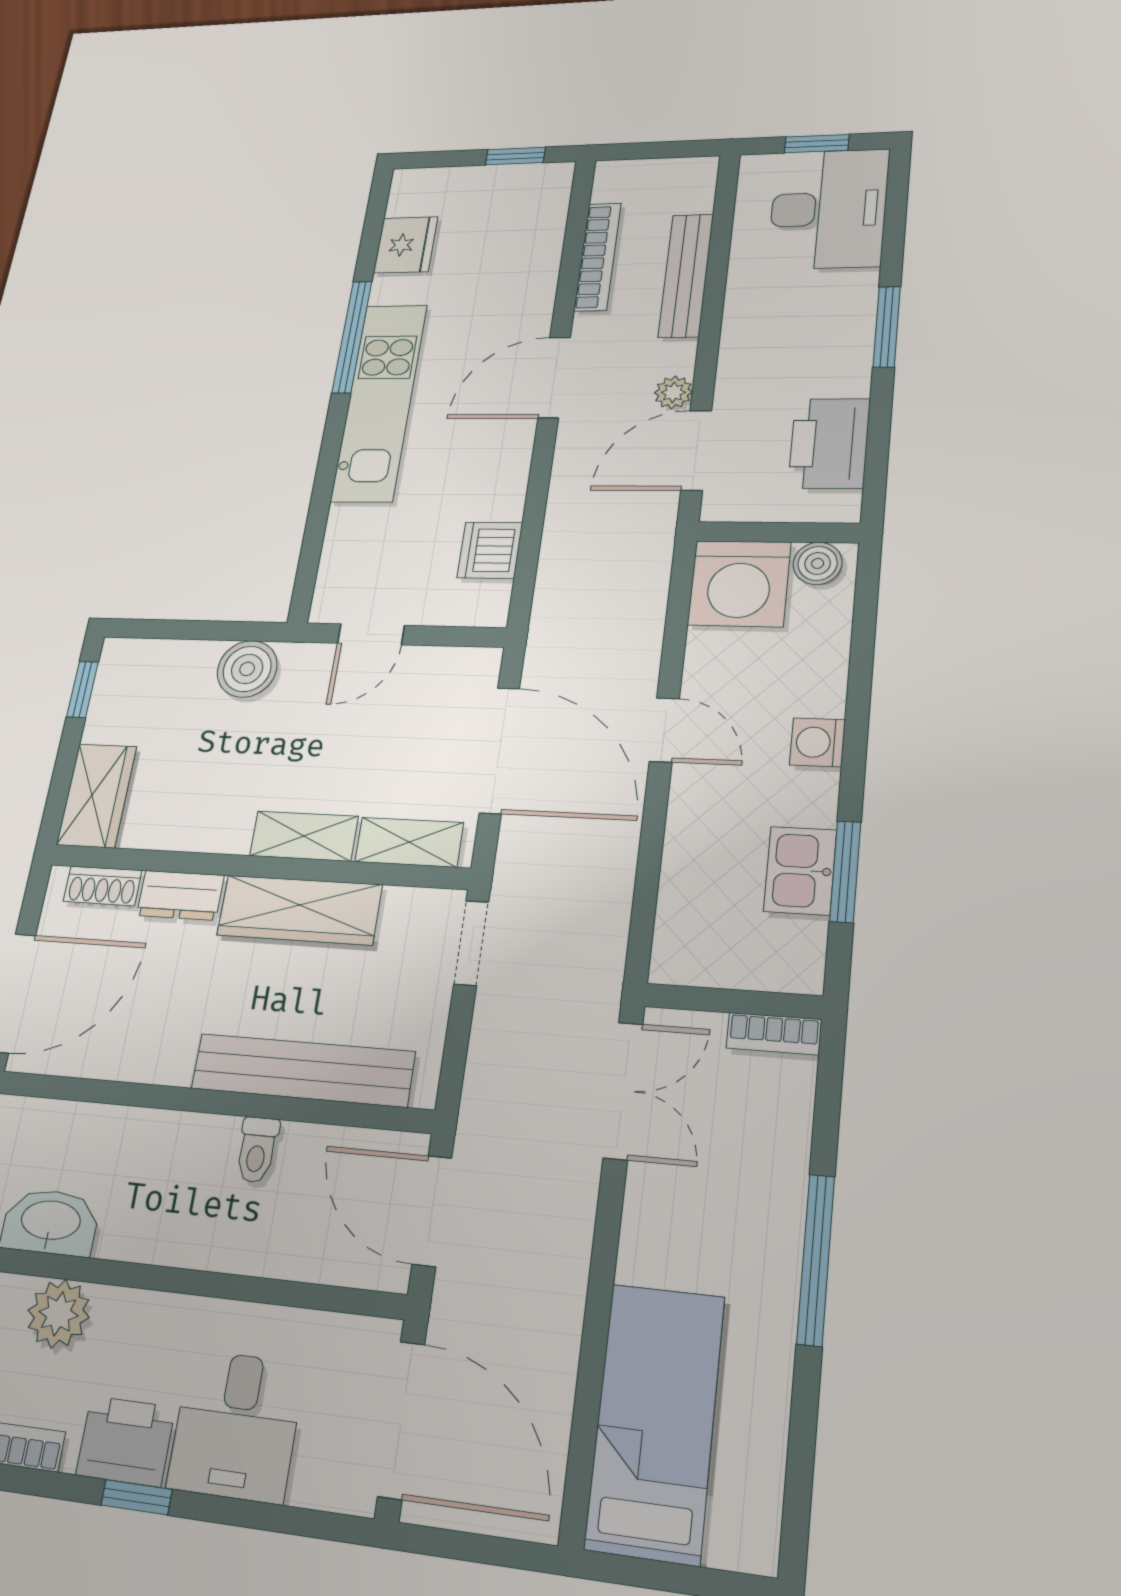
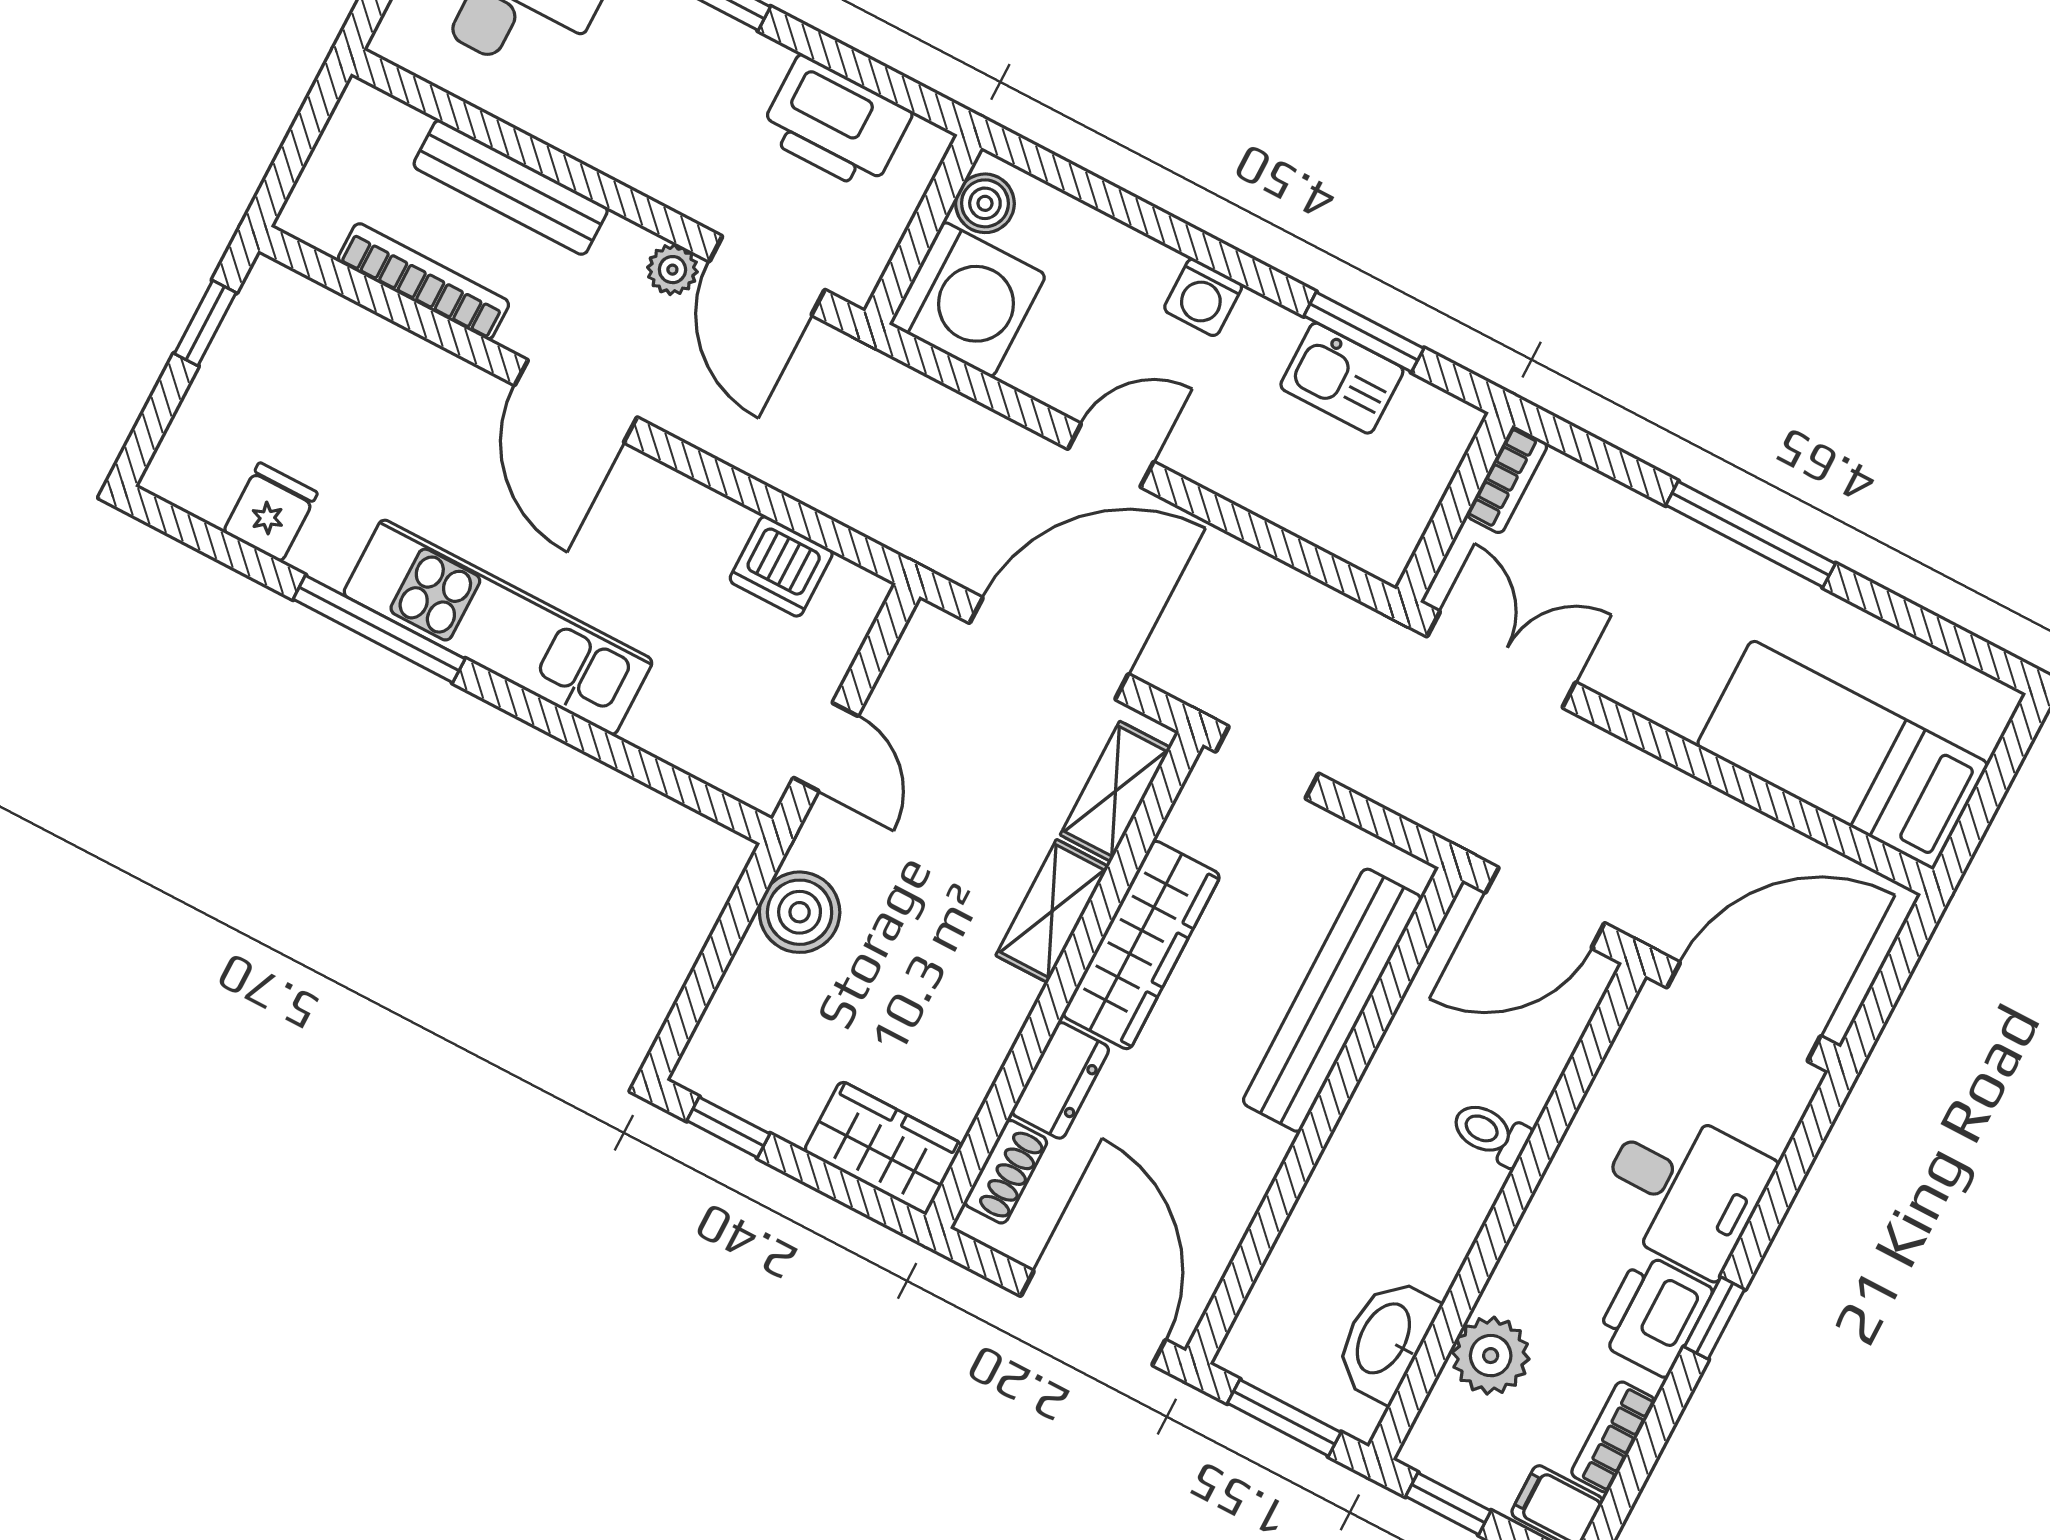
fridge: (406, 245) -> (270, 512), width x0.72
toilet: (257, 1150) -> (1491, 1133), moved, turned 180

